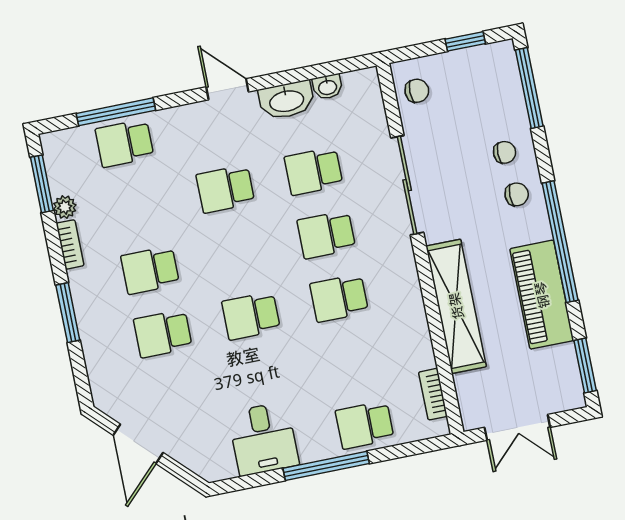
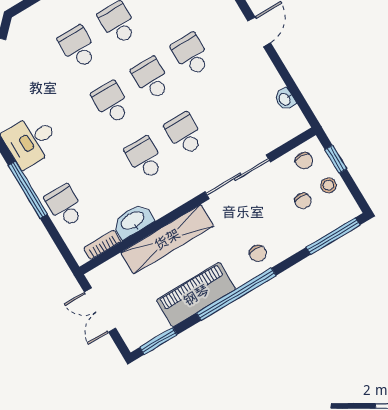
window: (465, 41) -> (336, 159), moved
stool: (461, 70) -> (328, 185), added
washbasin: (286, 100) -> (133, 221), moved, turned 90
chair: (504, 152) -> (303, 201), moved
school desk: (314, 171) -> (151, 79), moved

